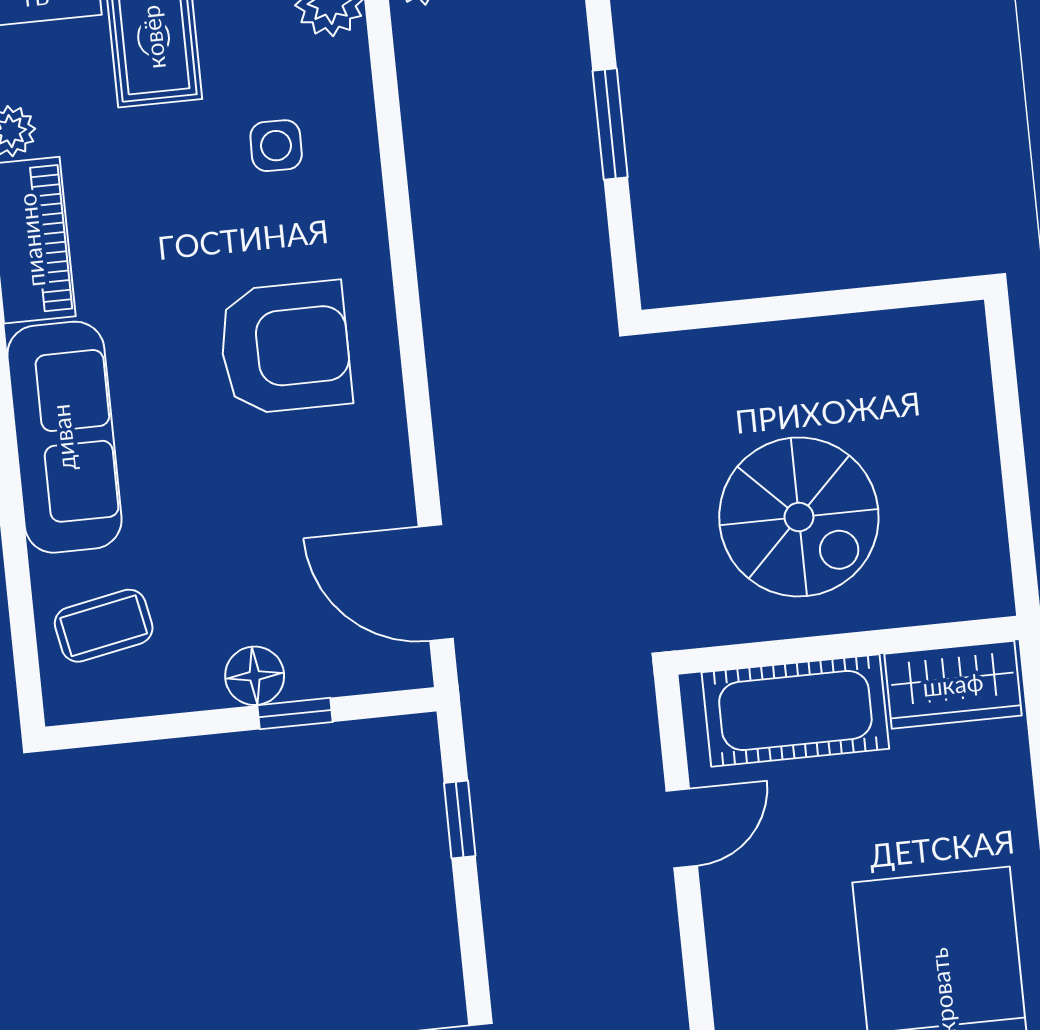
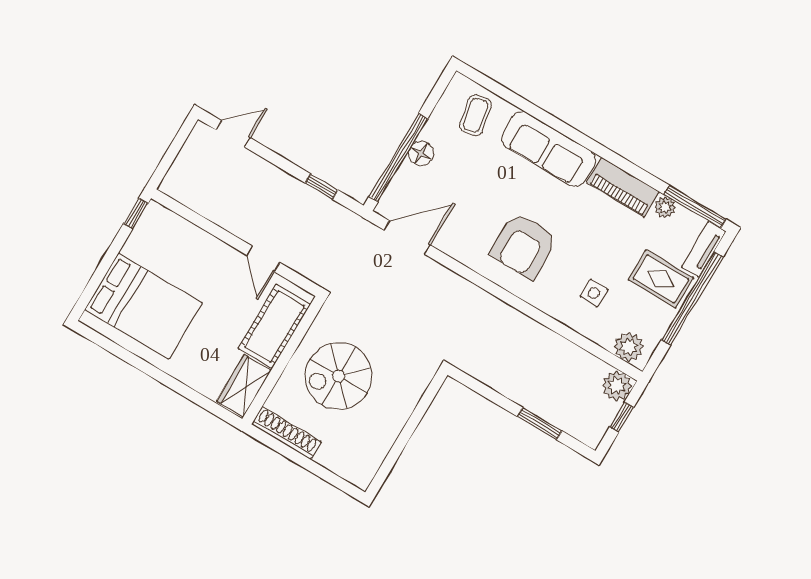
window: (610, 124) -> (540, 424), moved
shoe rack: (983, 537) -> (286, 433), added
window: (295, 714) -> (398, 158), width x3.17

